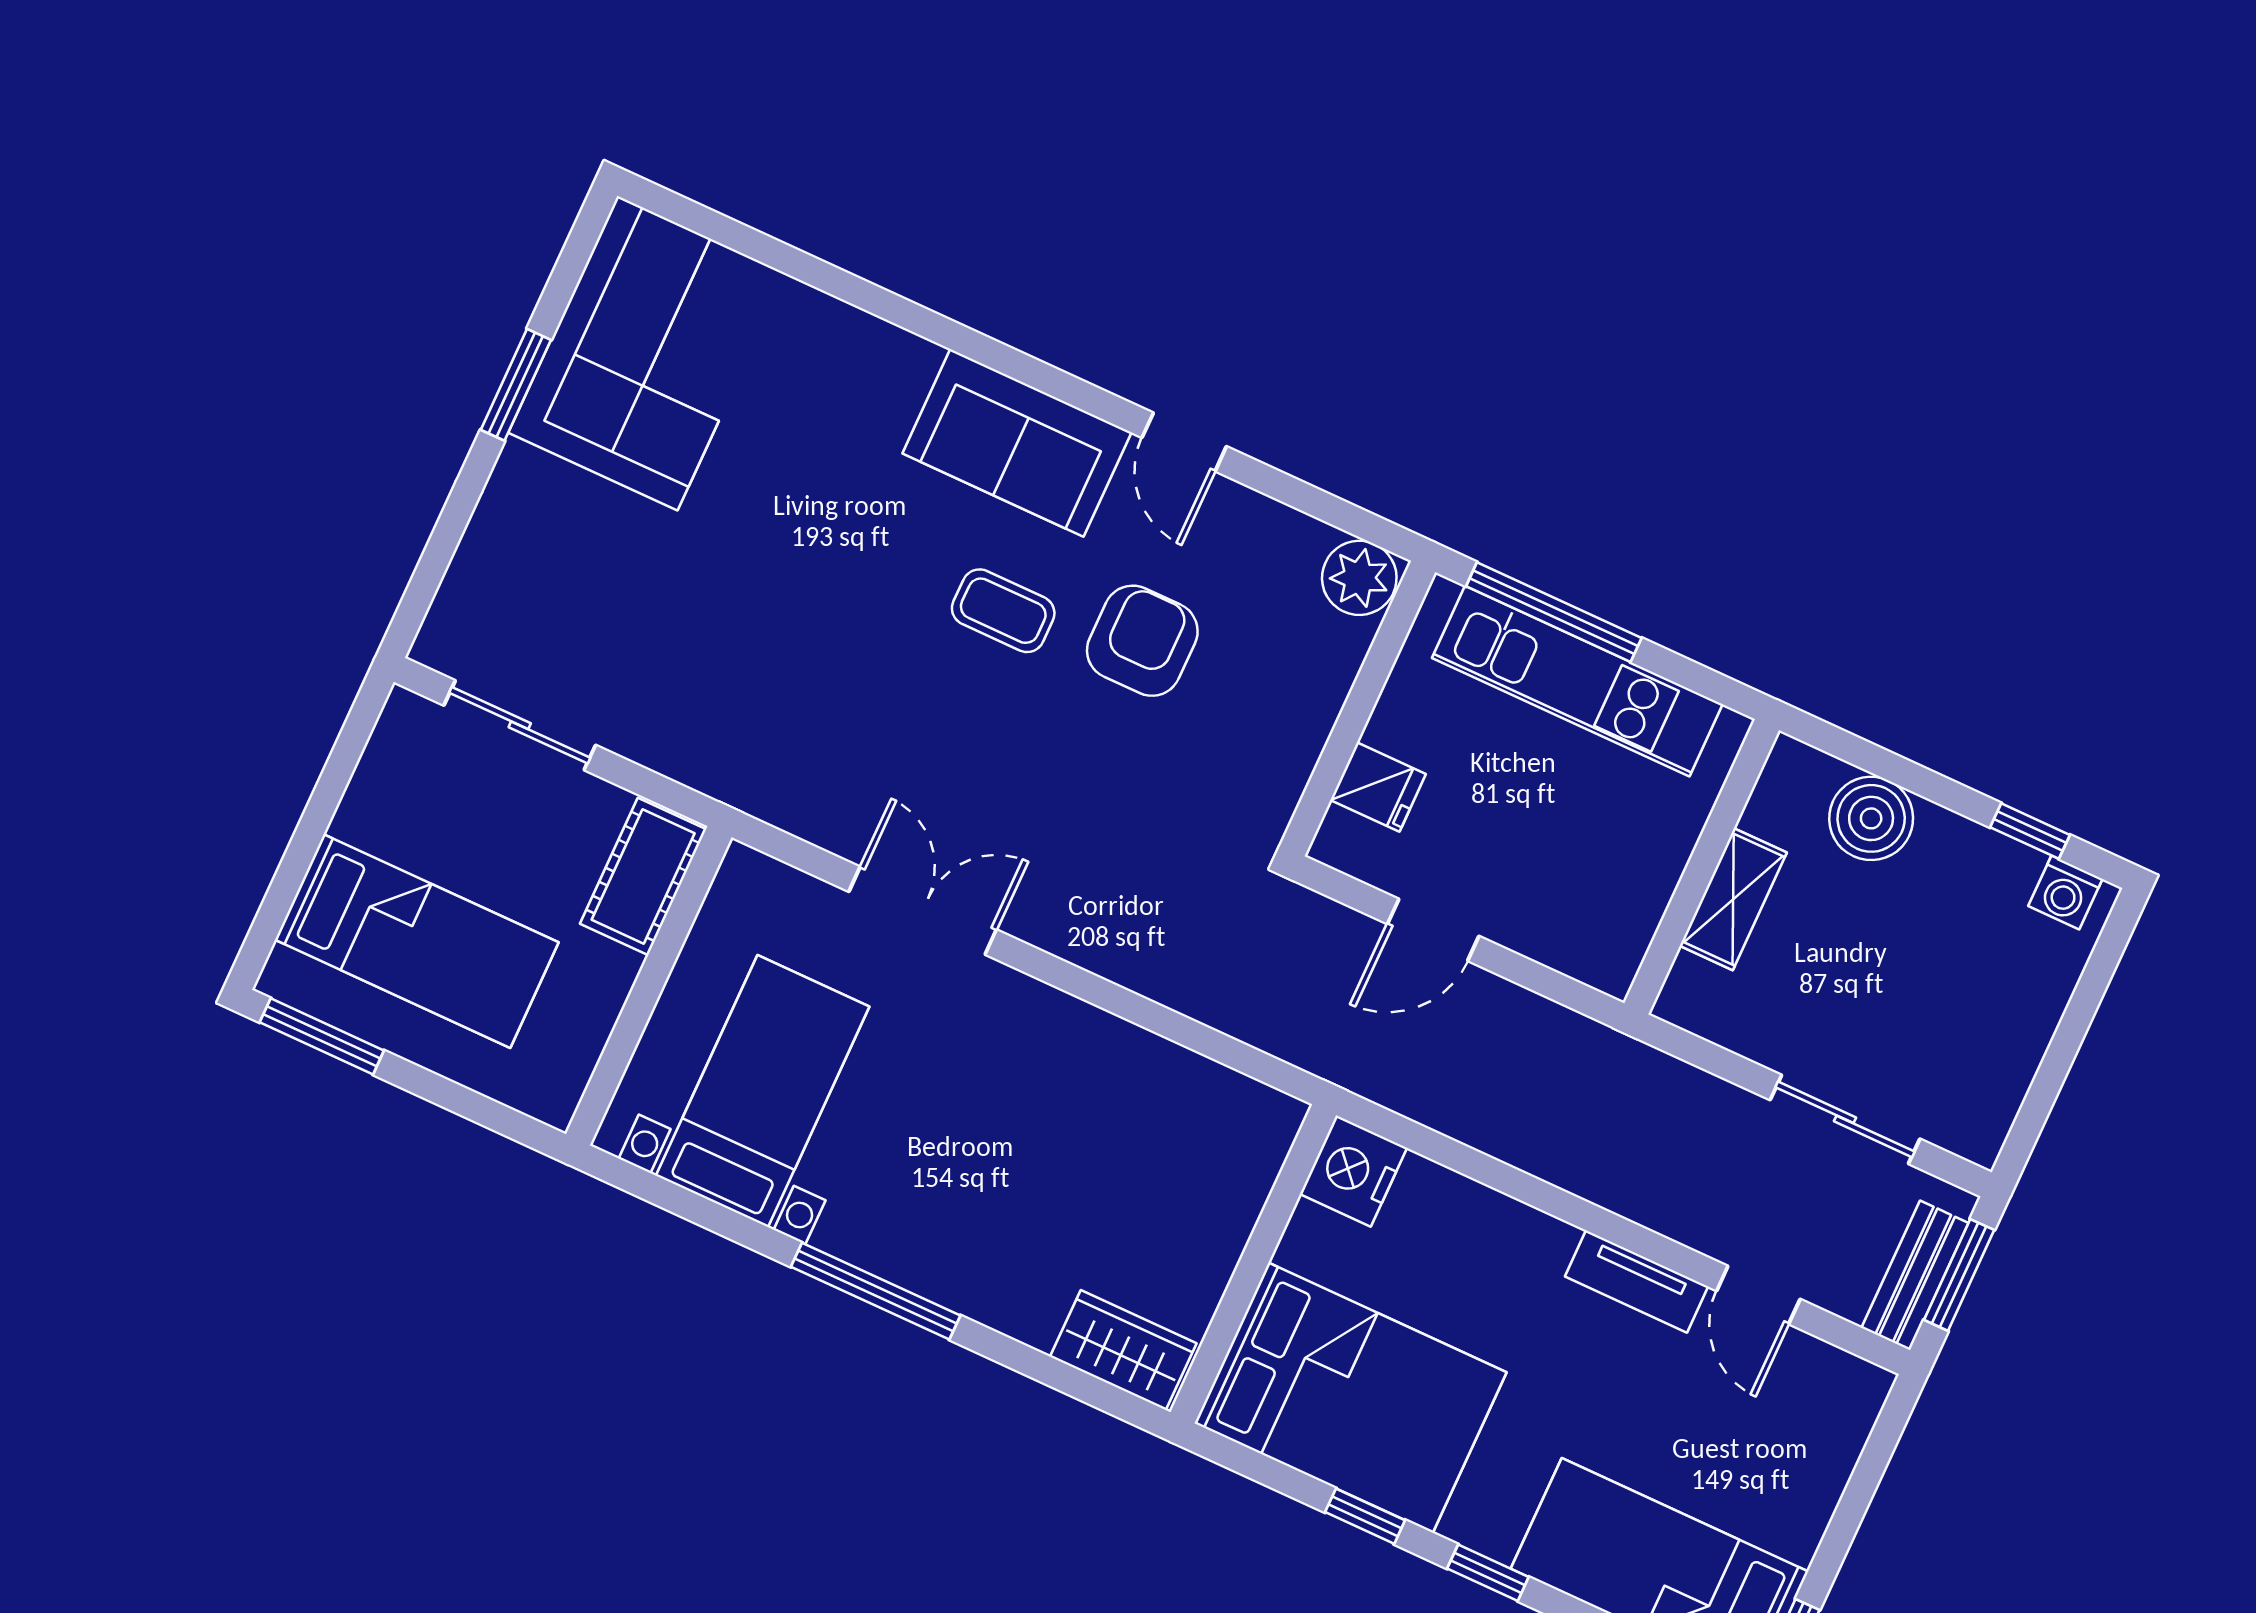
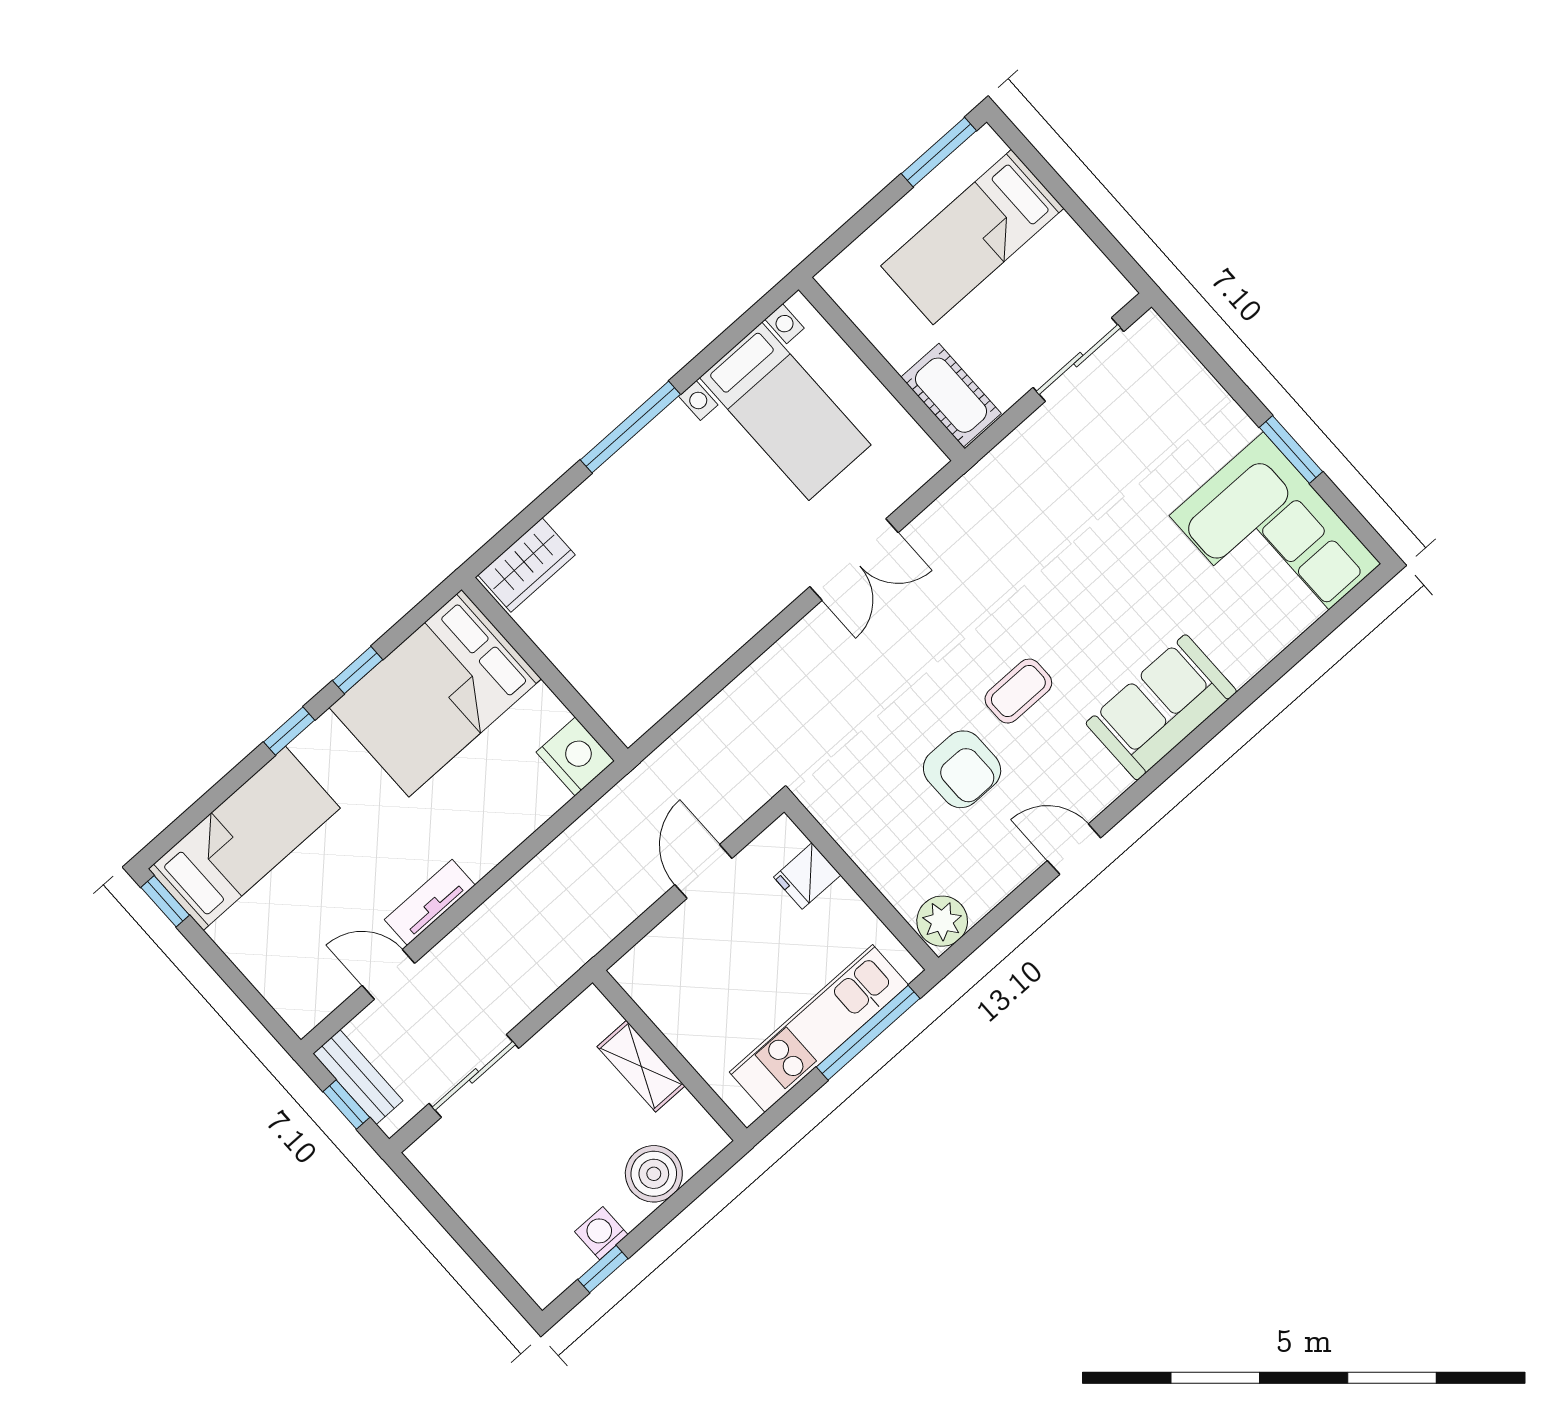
sofa: (1017, 443) -> (1161, 707), moved
washing machine: (2065, 893) -> (601, 1233), moved
window: (1959, 1275) -> (346, 1105), width x0.67

